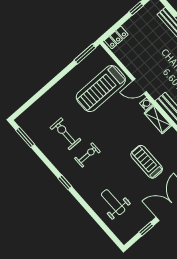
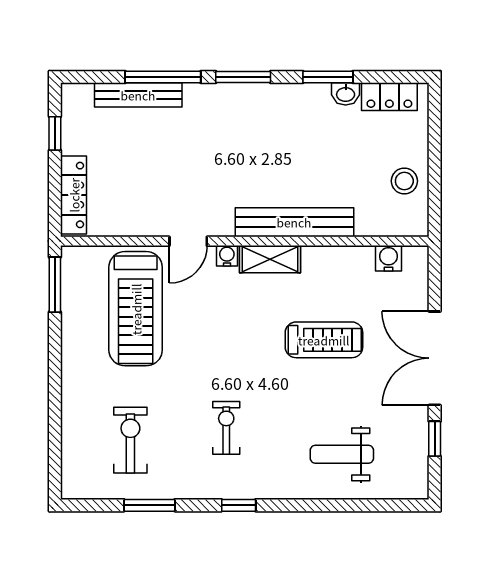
locker: (116, 37) -> (74, 195), width x1.53
exercise bike: (65, 134) -> (130, 440), moved, turned 90
window: (25, 137) -> (149, 505), moved
treadmill: (147, 162) -> (324, 340), turned 180

